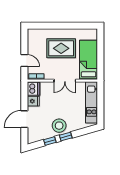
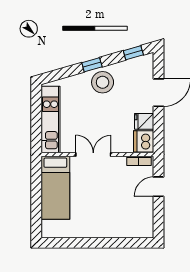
rug: (61, 48) -> (99, 206), removed
door: (24, 61) -> (158, 187), hinge flipped
window: (50, 141) -> (133, 53), moved

